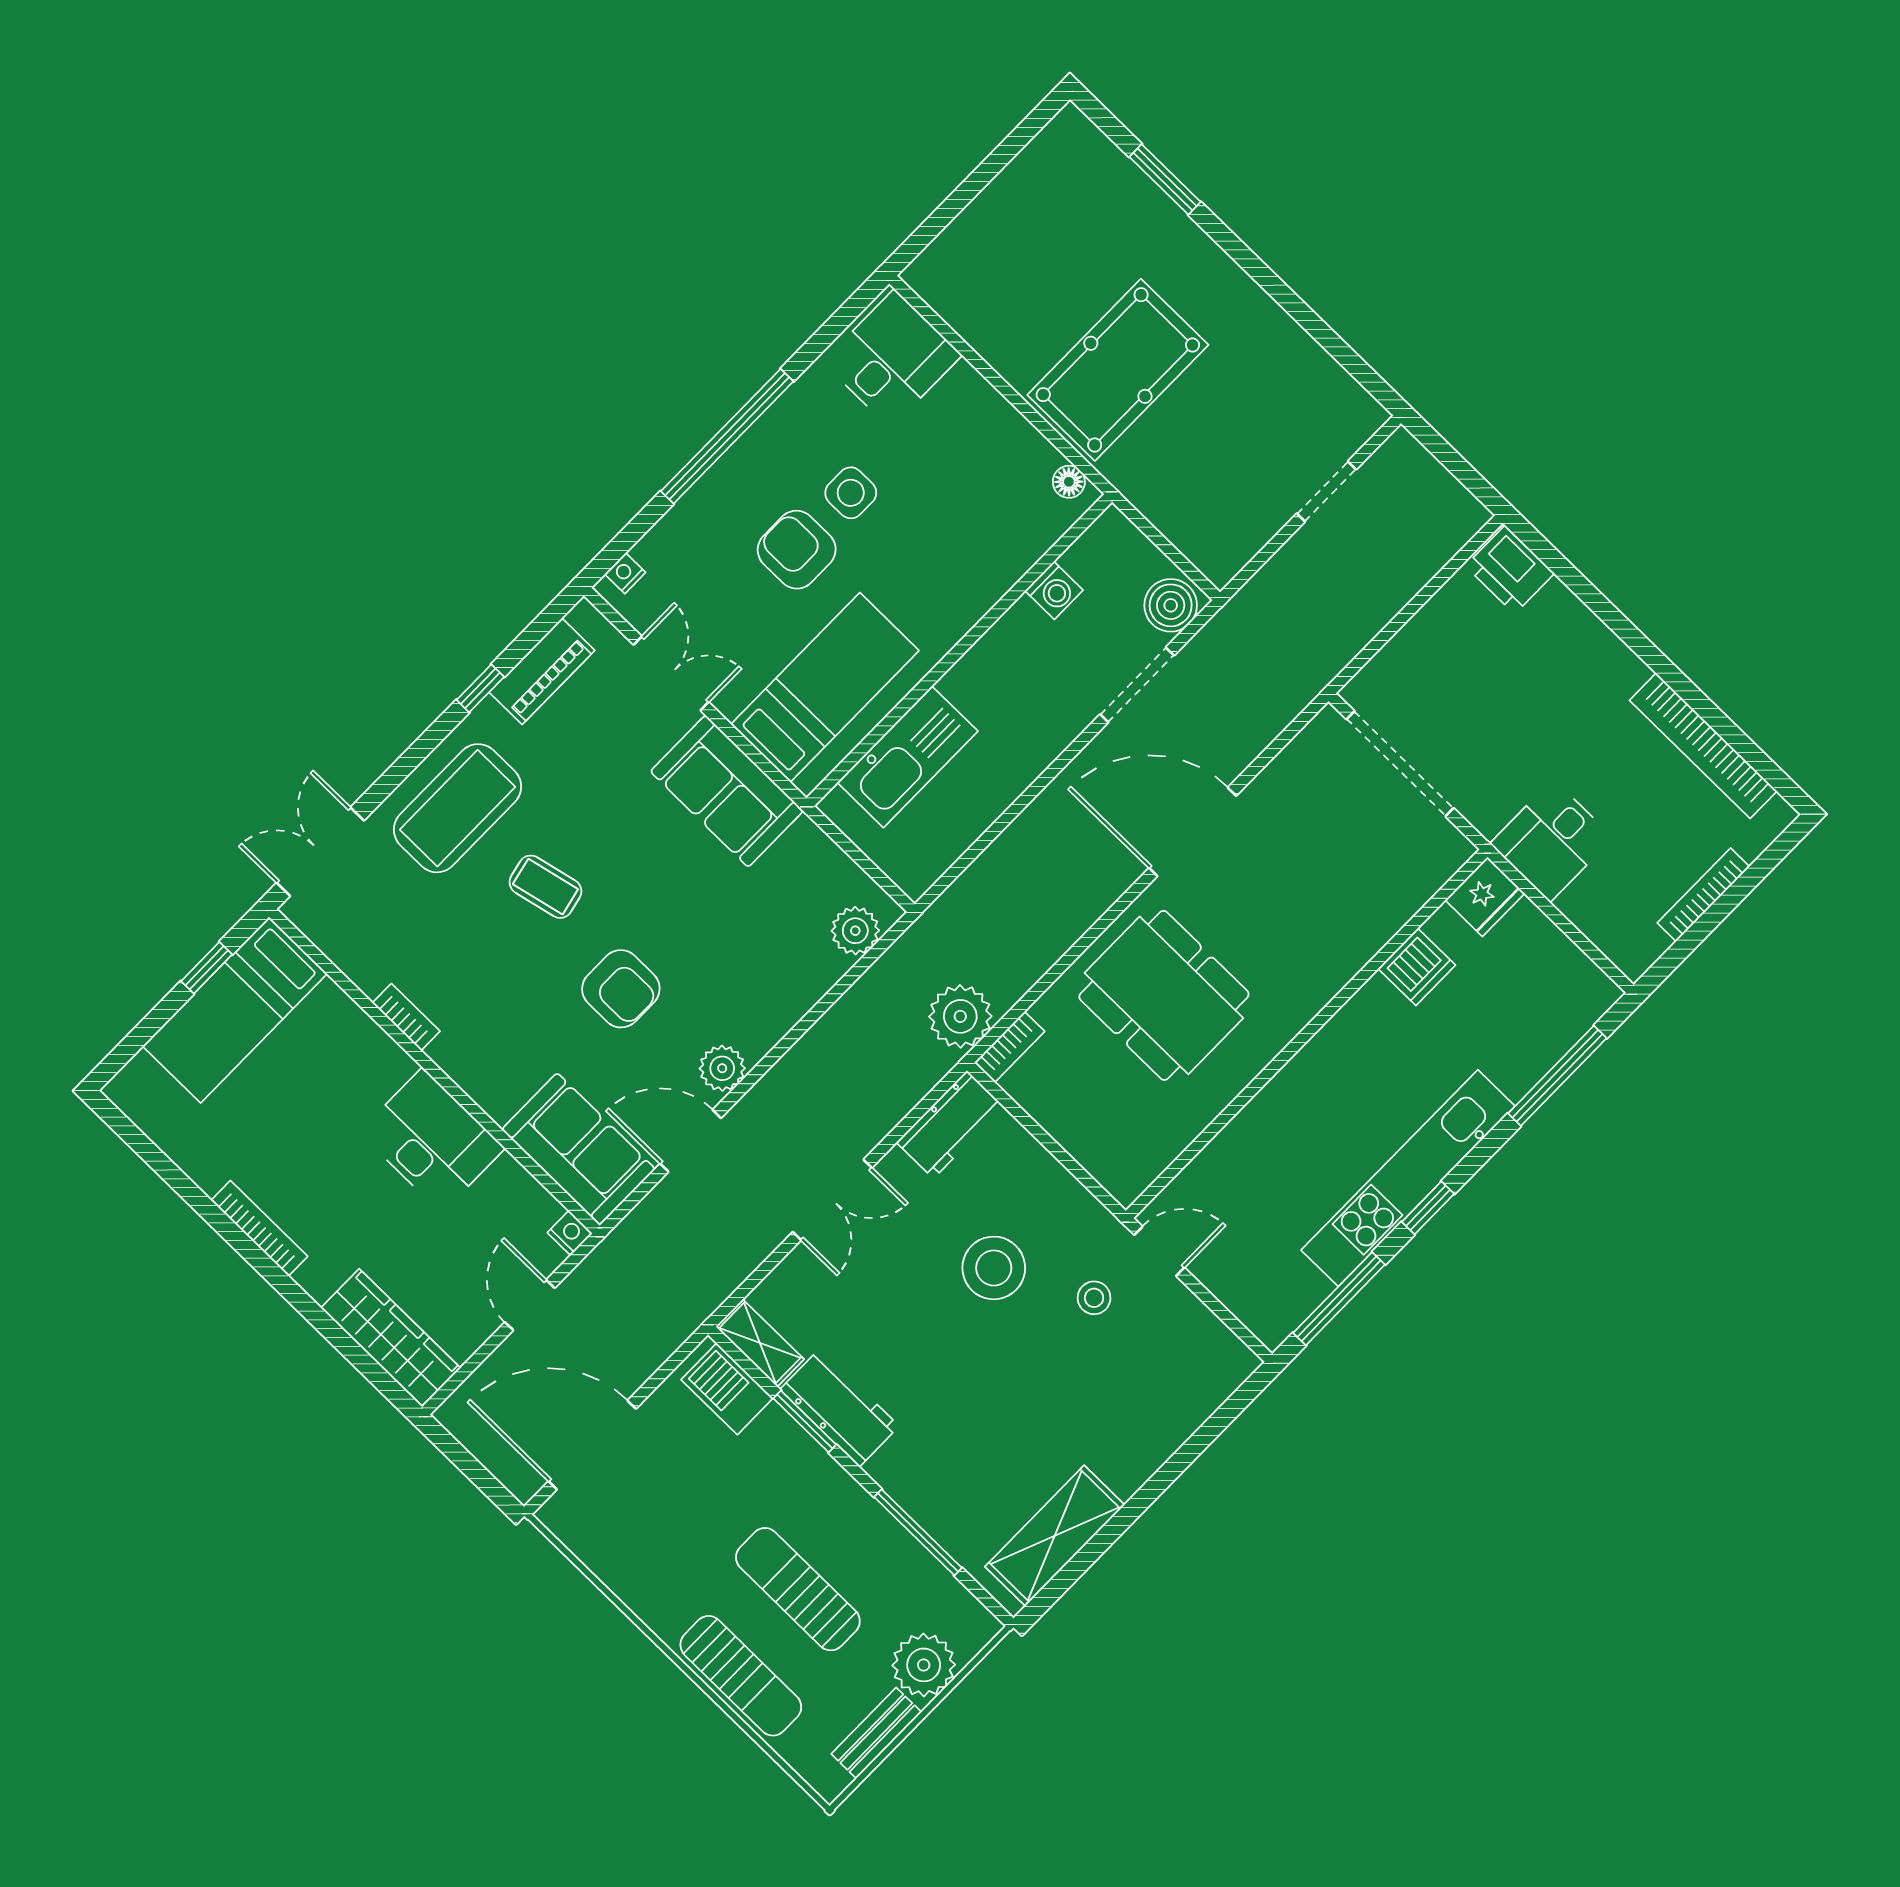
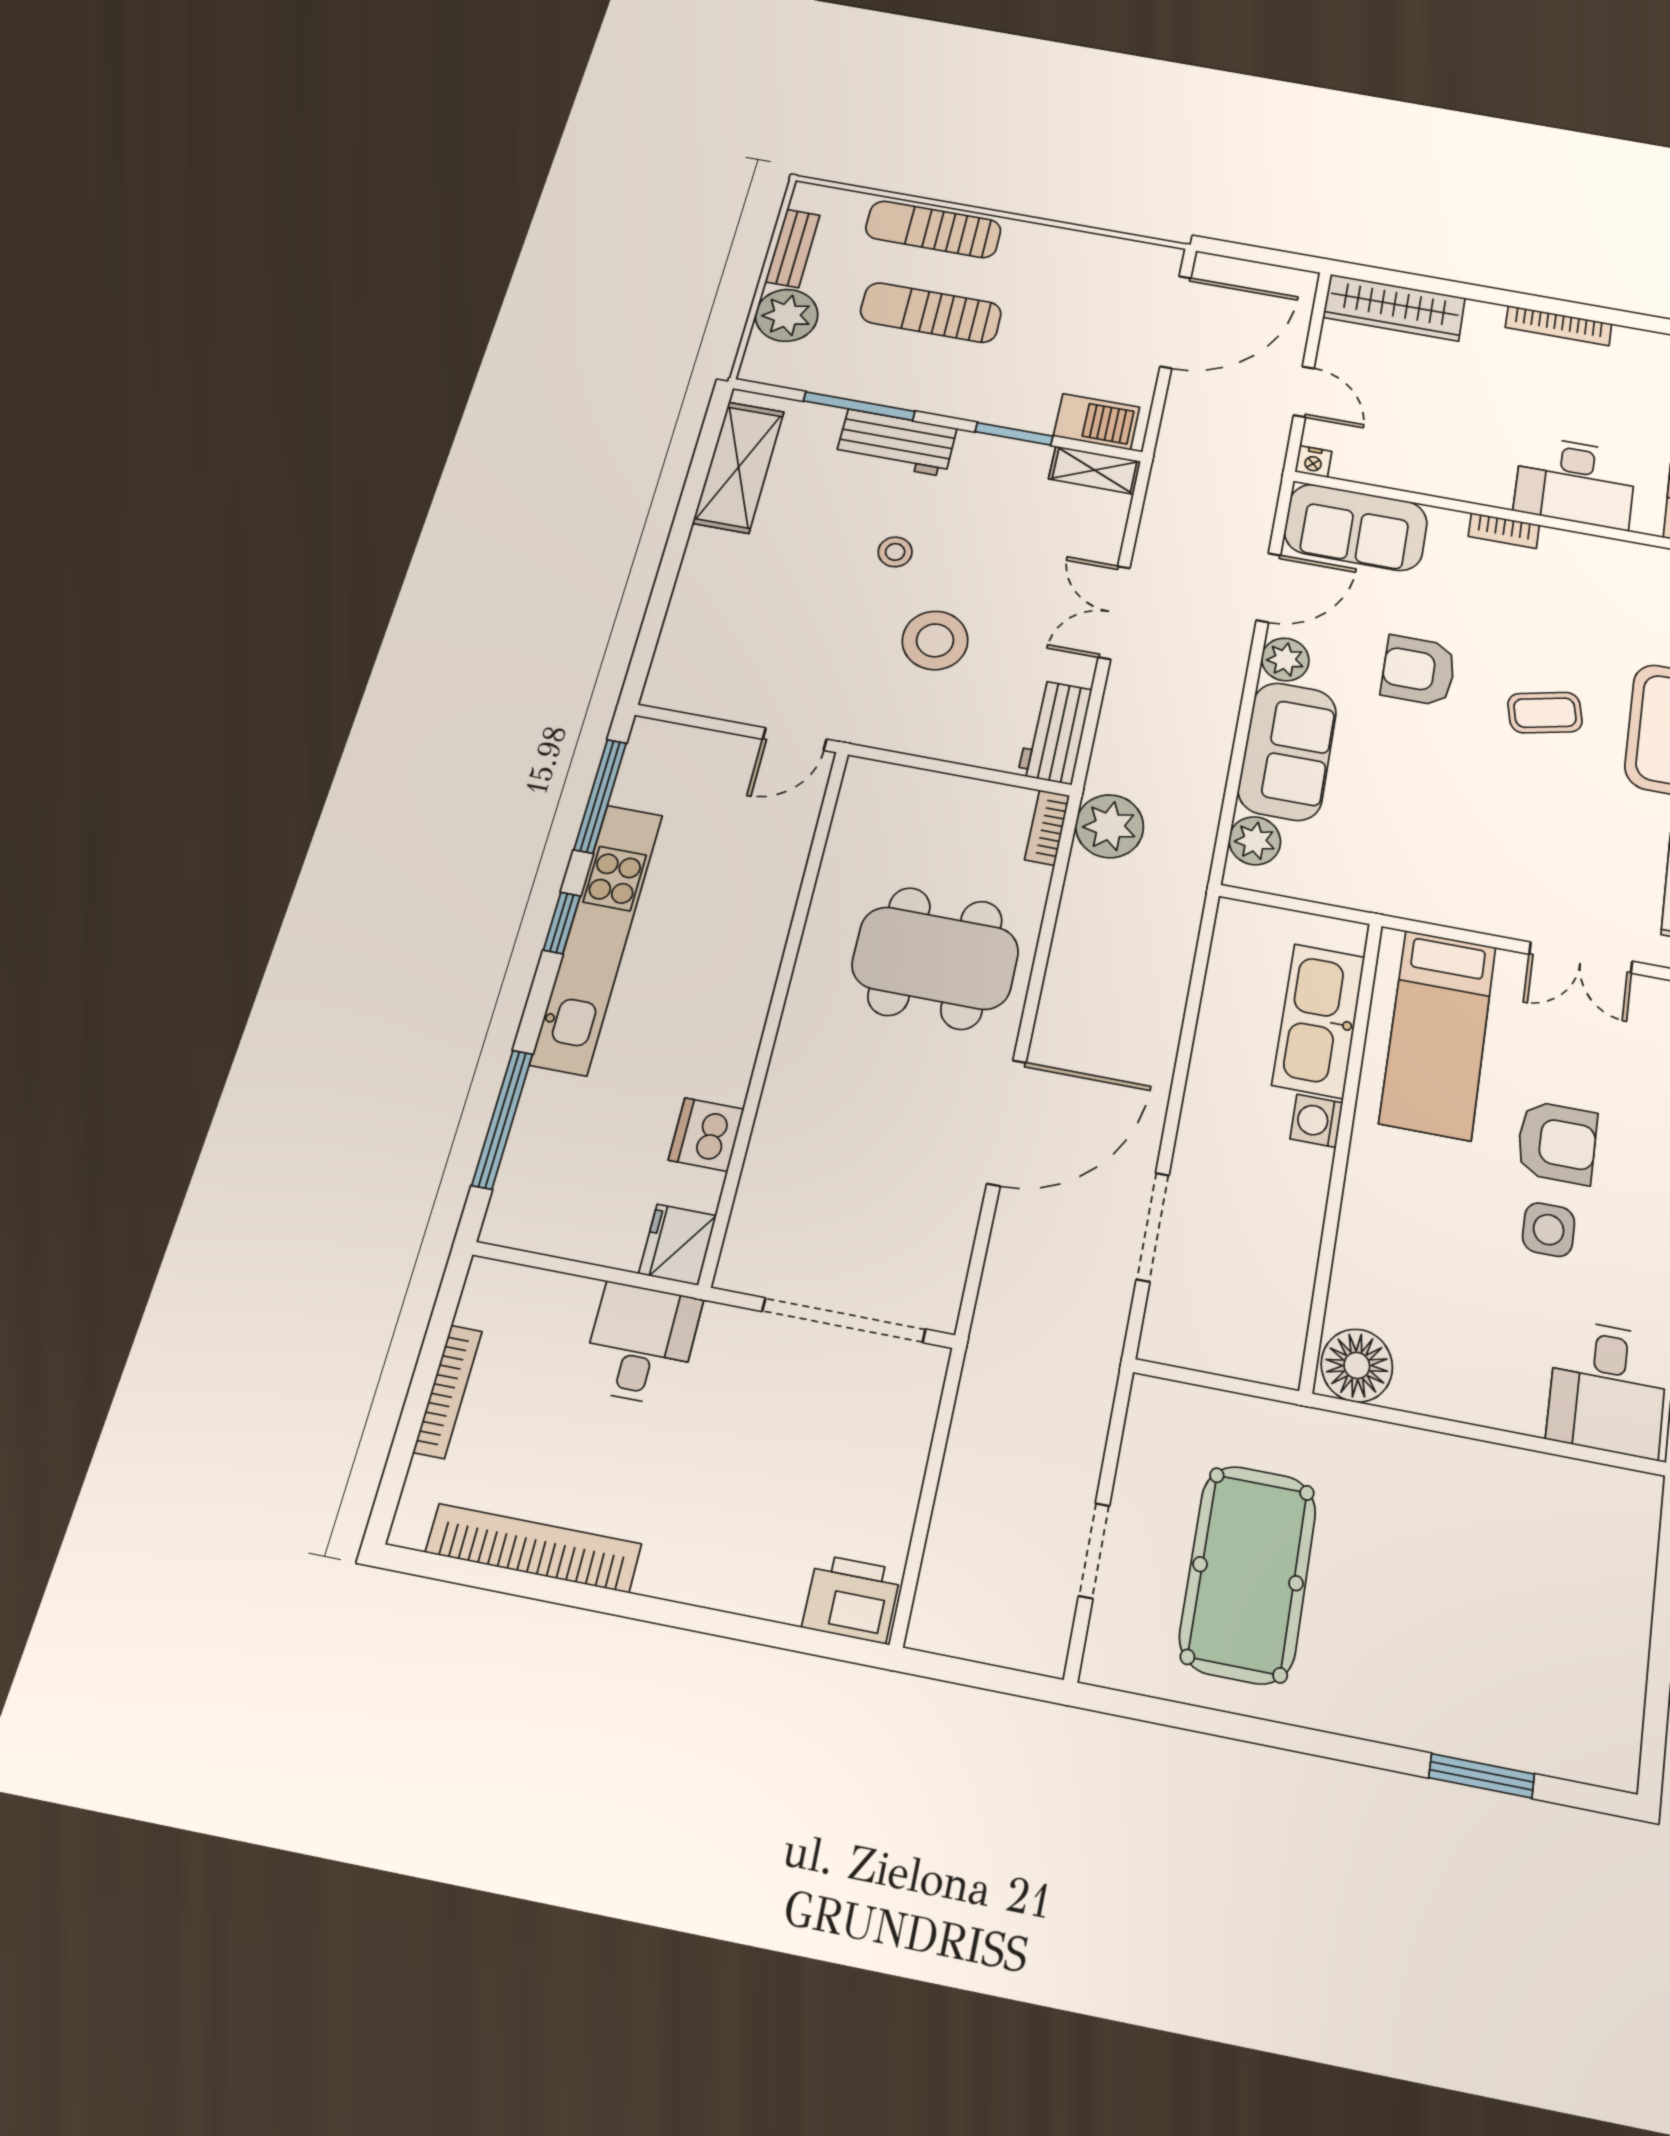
pool table: (1118, 370) -> (1248, 1574), moved
floor lamp: (1069, 482) -> (1357, 1365), width x1.89, depth x1.89
washing machine: (1054, 590) -> (1316, 1121), moved
boiler: (1171, 605) -> (1173, 1326), removed
sofa: (727, 791) -> (1287, 751), moved, turned 90
bookcase: (406, 1017) -> (1504, 531), moved
desk: (432, 1140) -> (1575, 482), moved
stool: (1094, 1298) -> (895, 552), moved
workbench: (840, 1408) -> (896, 443), moved
sun lounger: (798, 1589) -> (931, 313), turned 180

